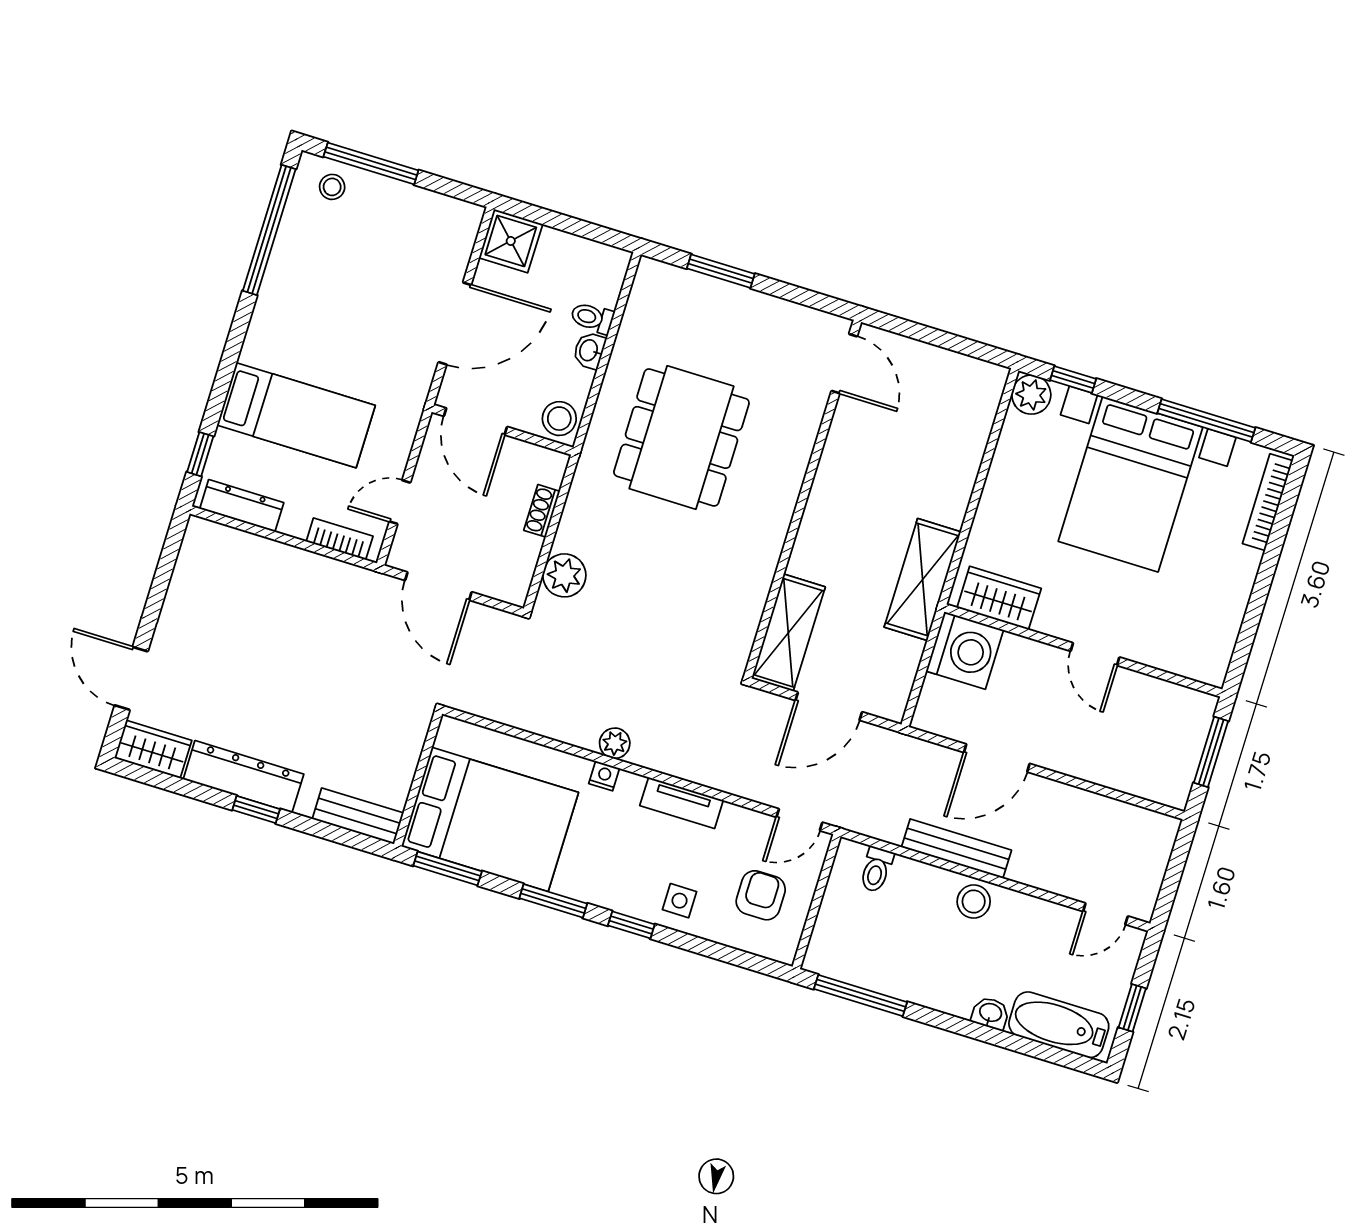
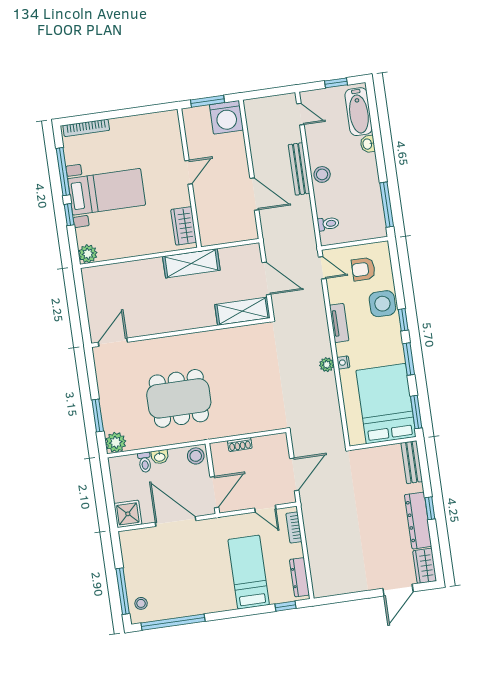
window: (1073, 379) -> (69, 215), moved
bed with nightstands: (1130, 484) -> (107, 192), width x0.73
plant: (564, 575) -> (116, 442), moved
washing machine: (965, 650) -> (226, 117), moved, turned 180
bench: (956, 849) -> (299, 169), moved
side table: (680, 901) -> (382, 304), width x1.87, depth x1.87

